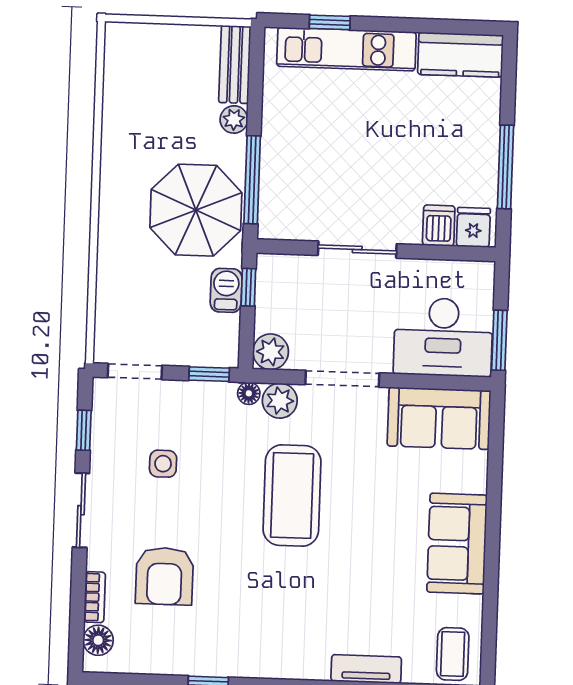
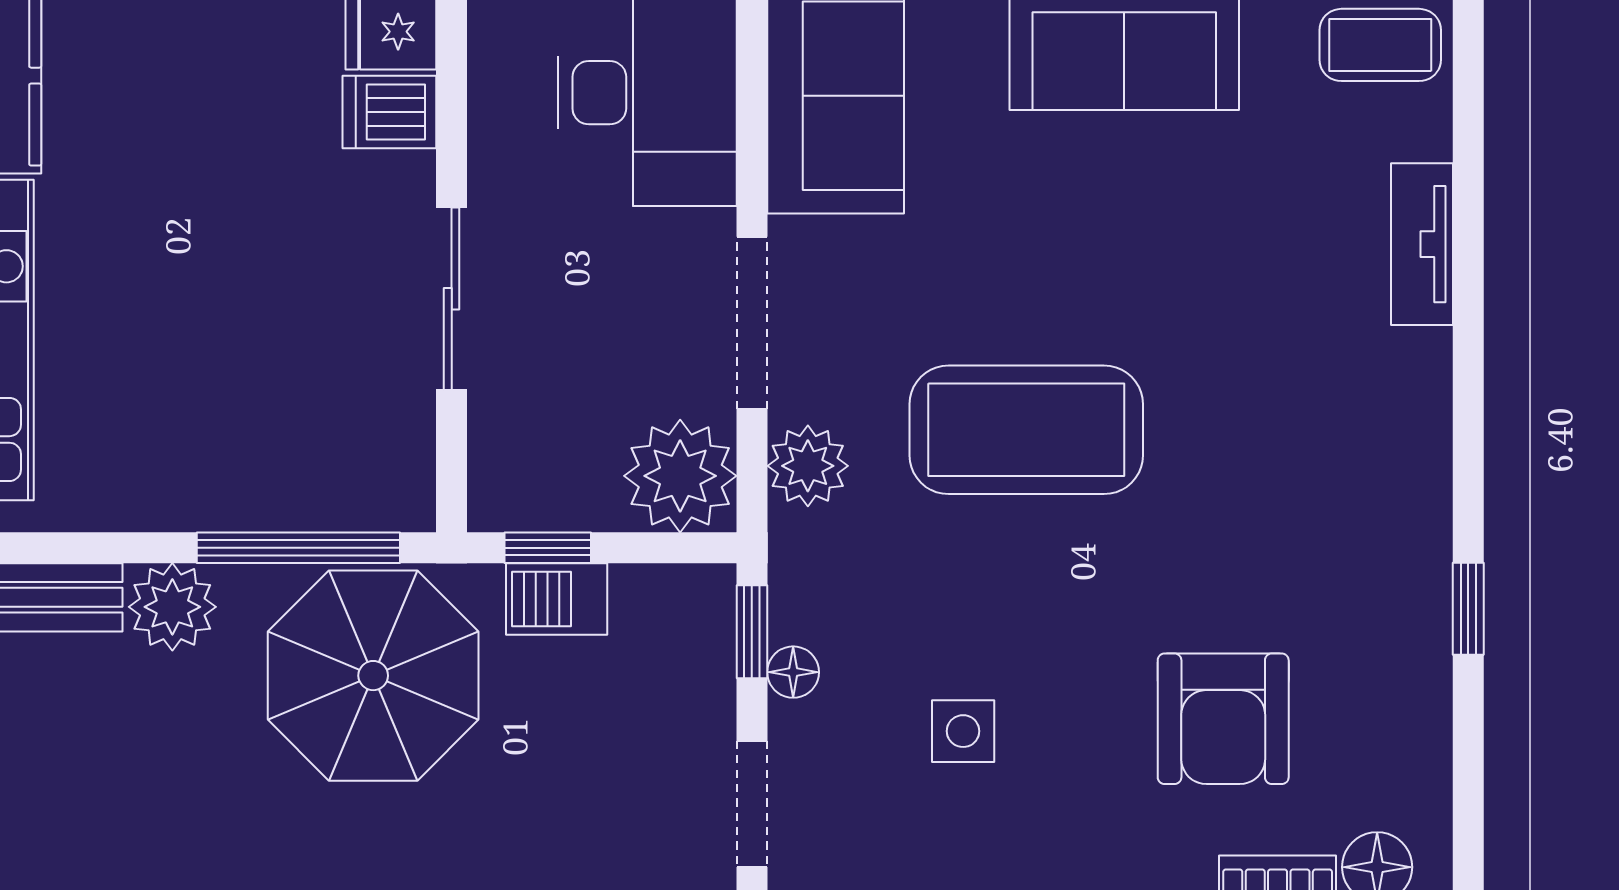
plant: (234, 119) -> (172, 607), width x1.38, depth x1.38
plant: (271, 352) -> (680, 476), width x1.36, depth x1.36
floor lamp: (249, 393) -> (793, 672), moved
armchair: (164, 576) -> (1223, 719), turned 90

